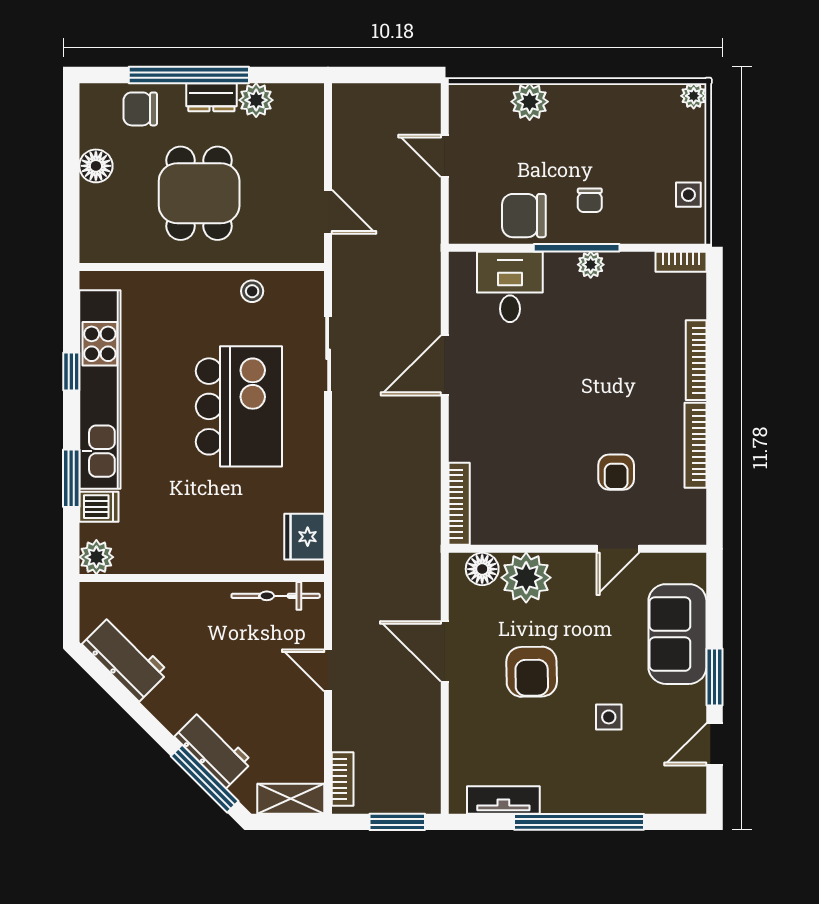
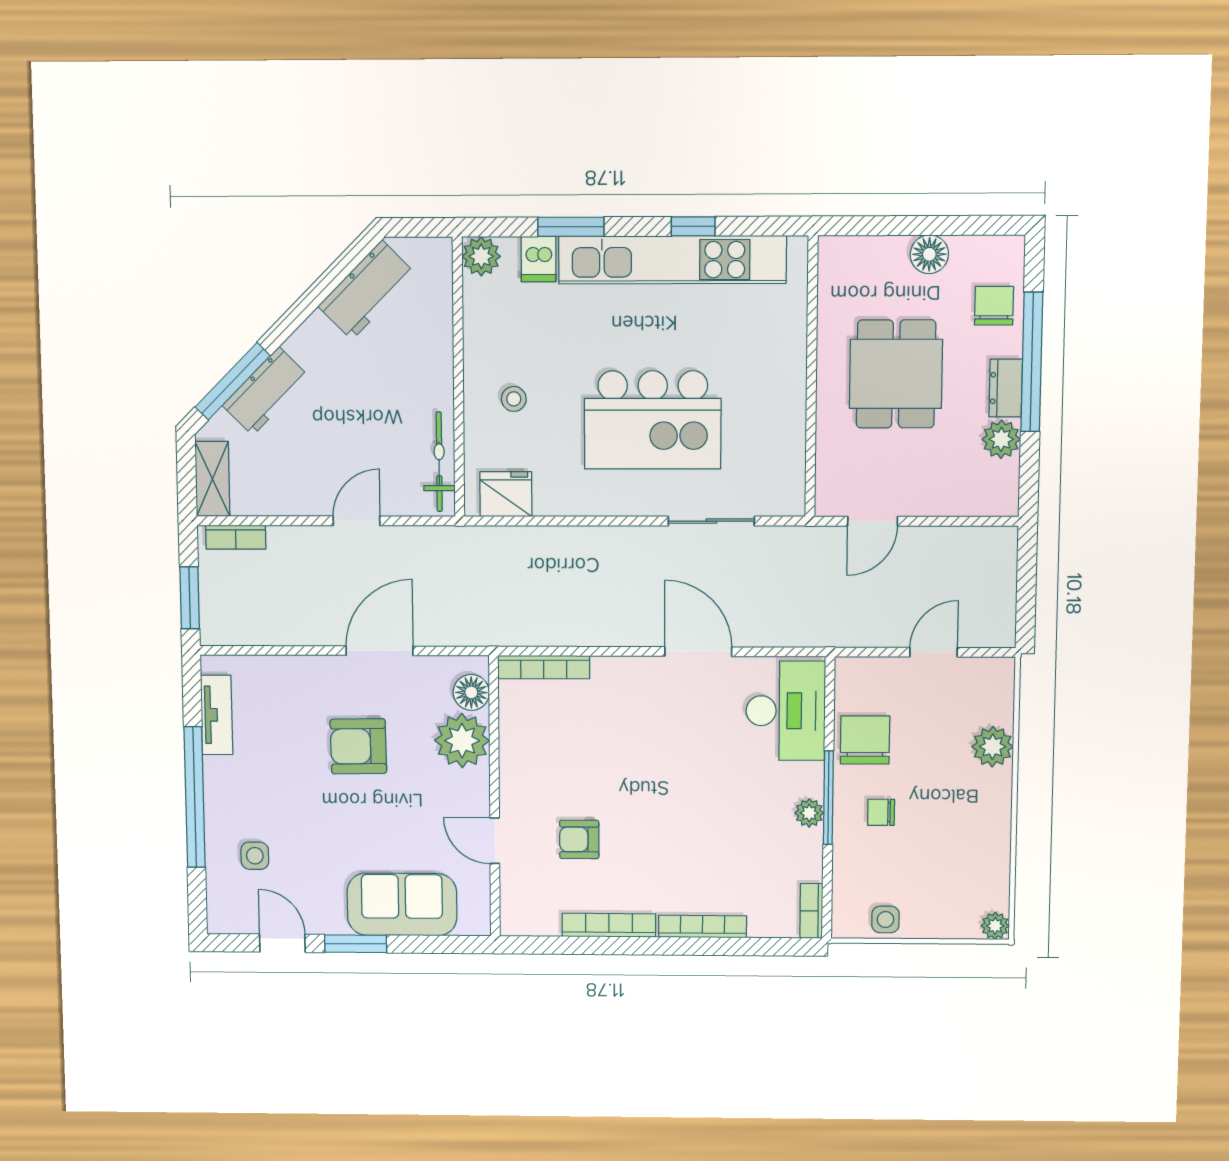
dining table: (199, 193) -> (896, 374), turned 90
desk: (510, 287) -> (786, 711), width x1.37
stool: (252, 291) -> (514, 399), moved
side table: (609, 717) -> (255, 856), moved

